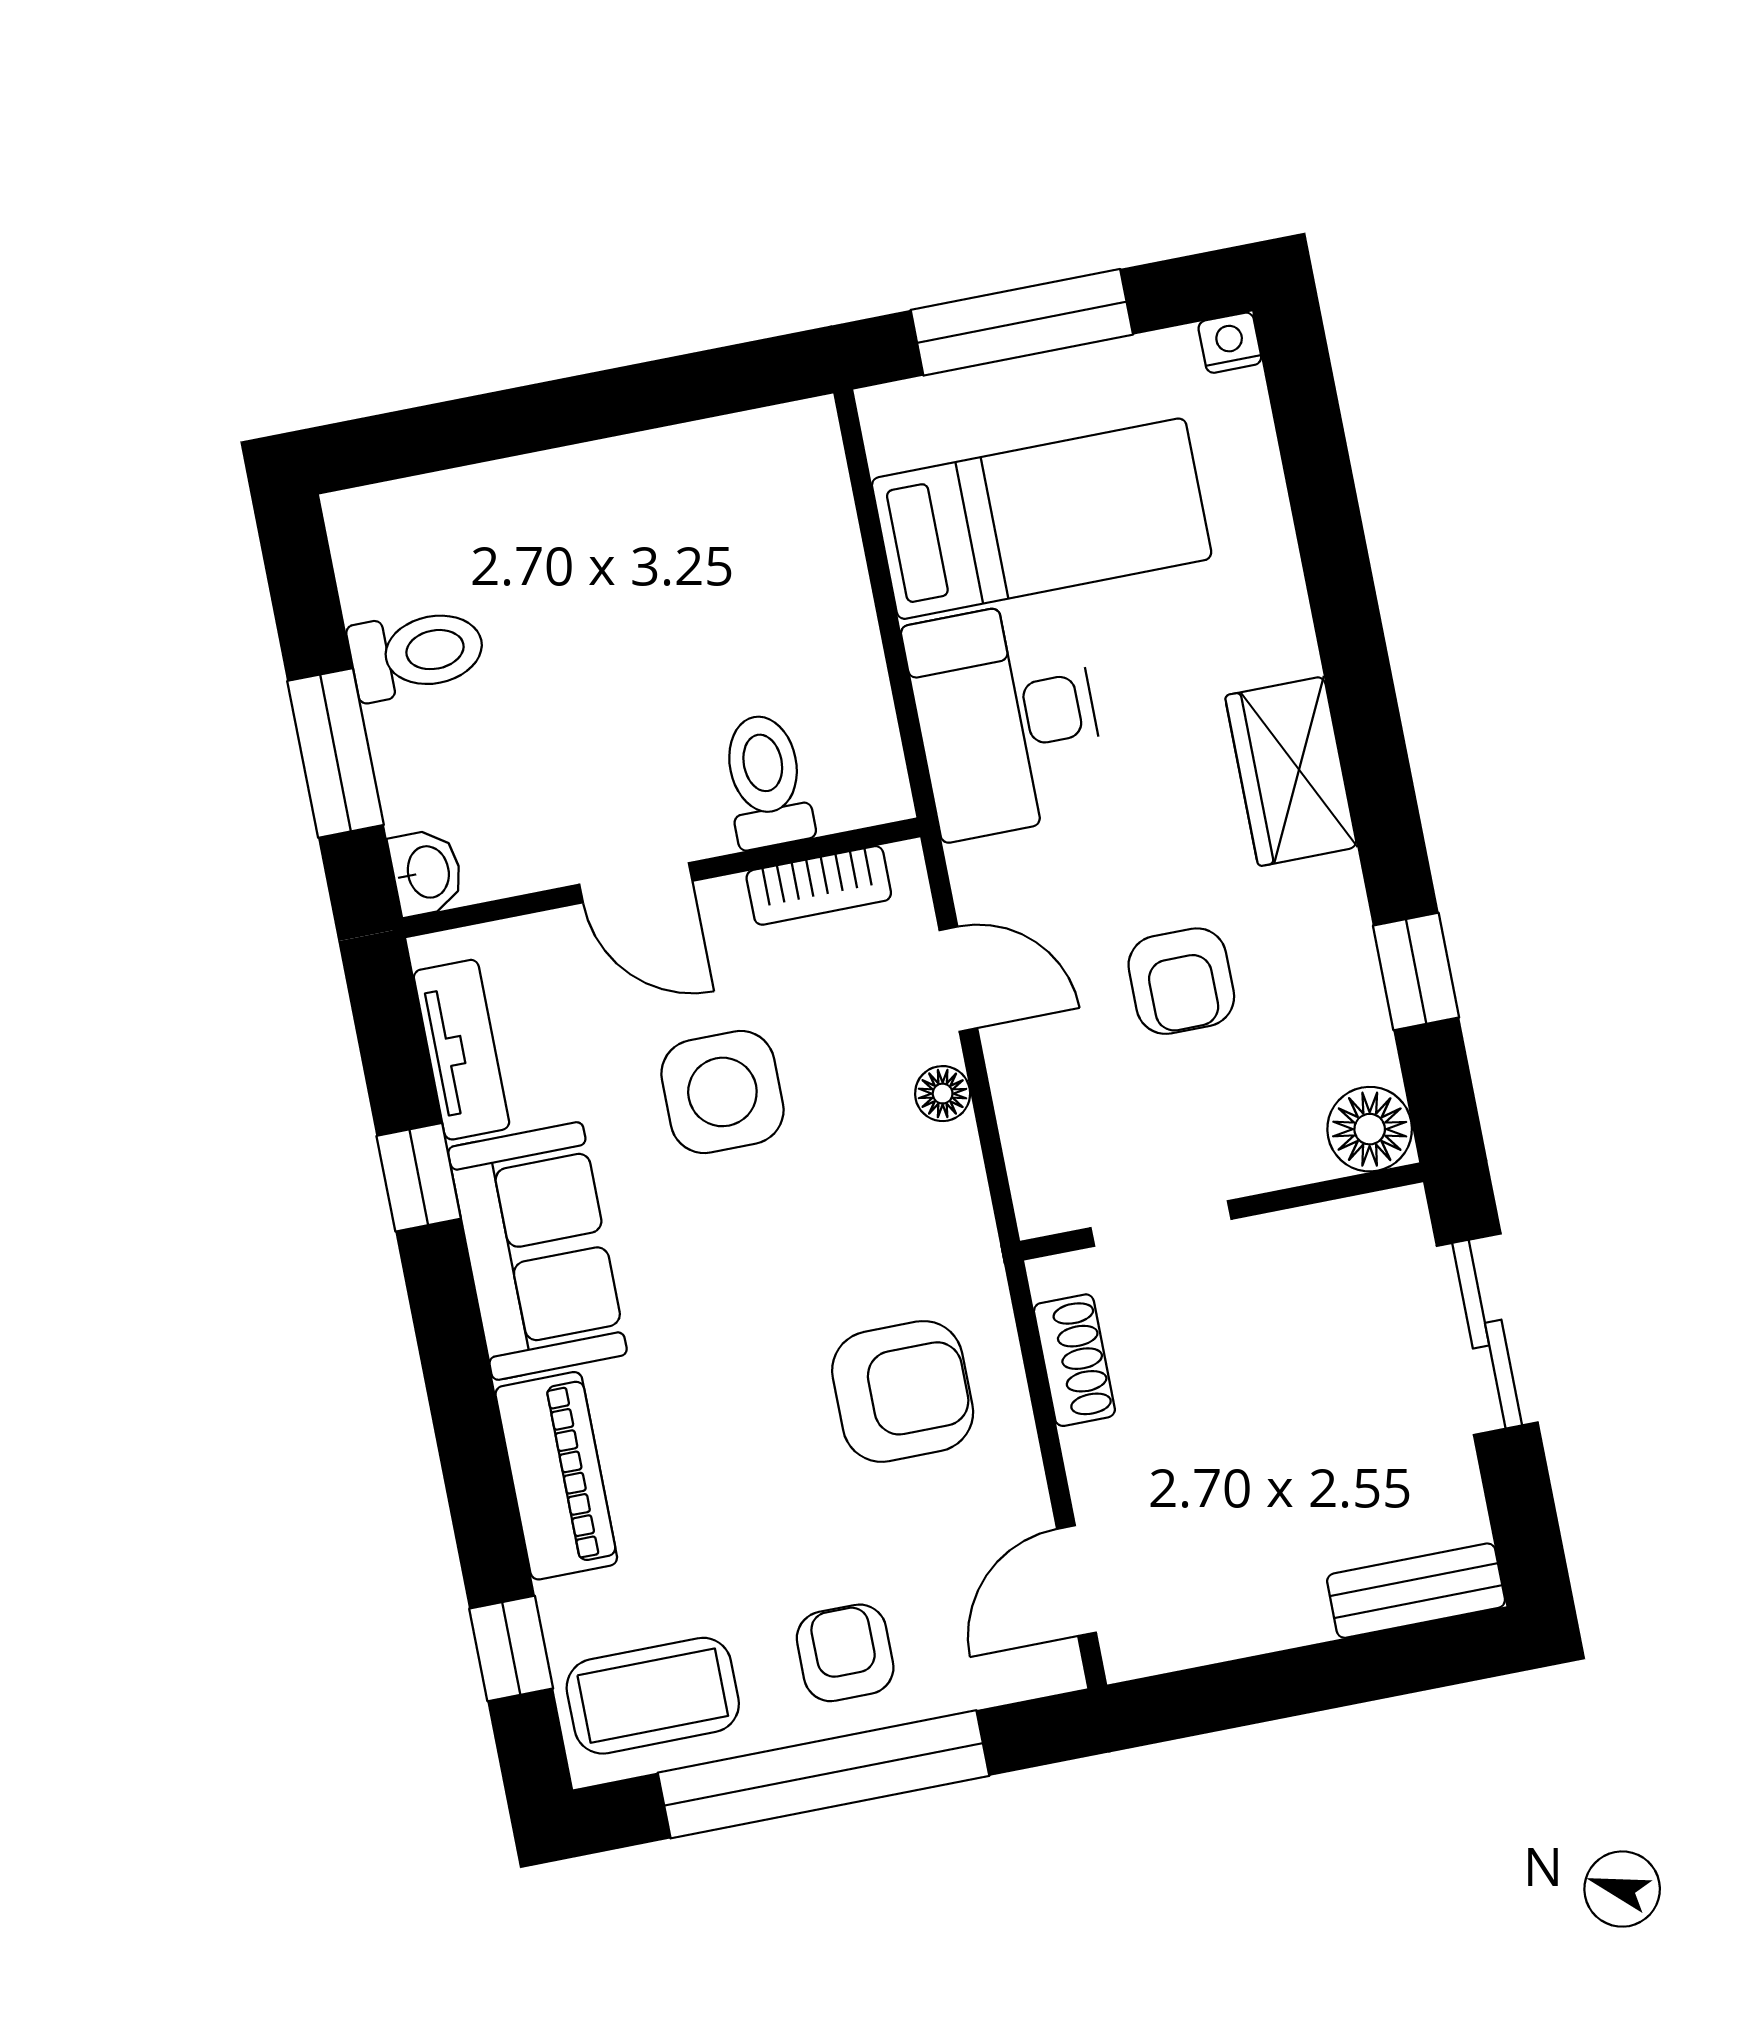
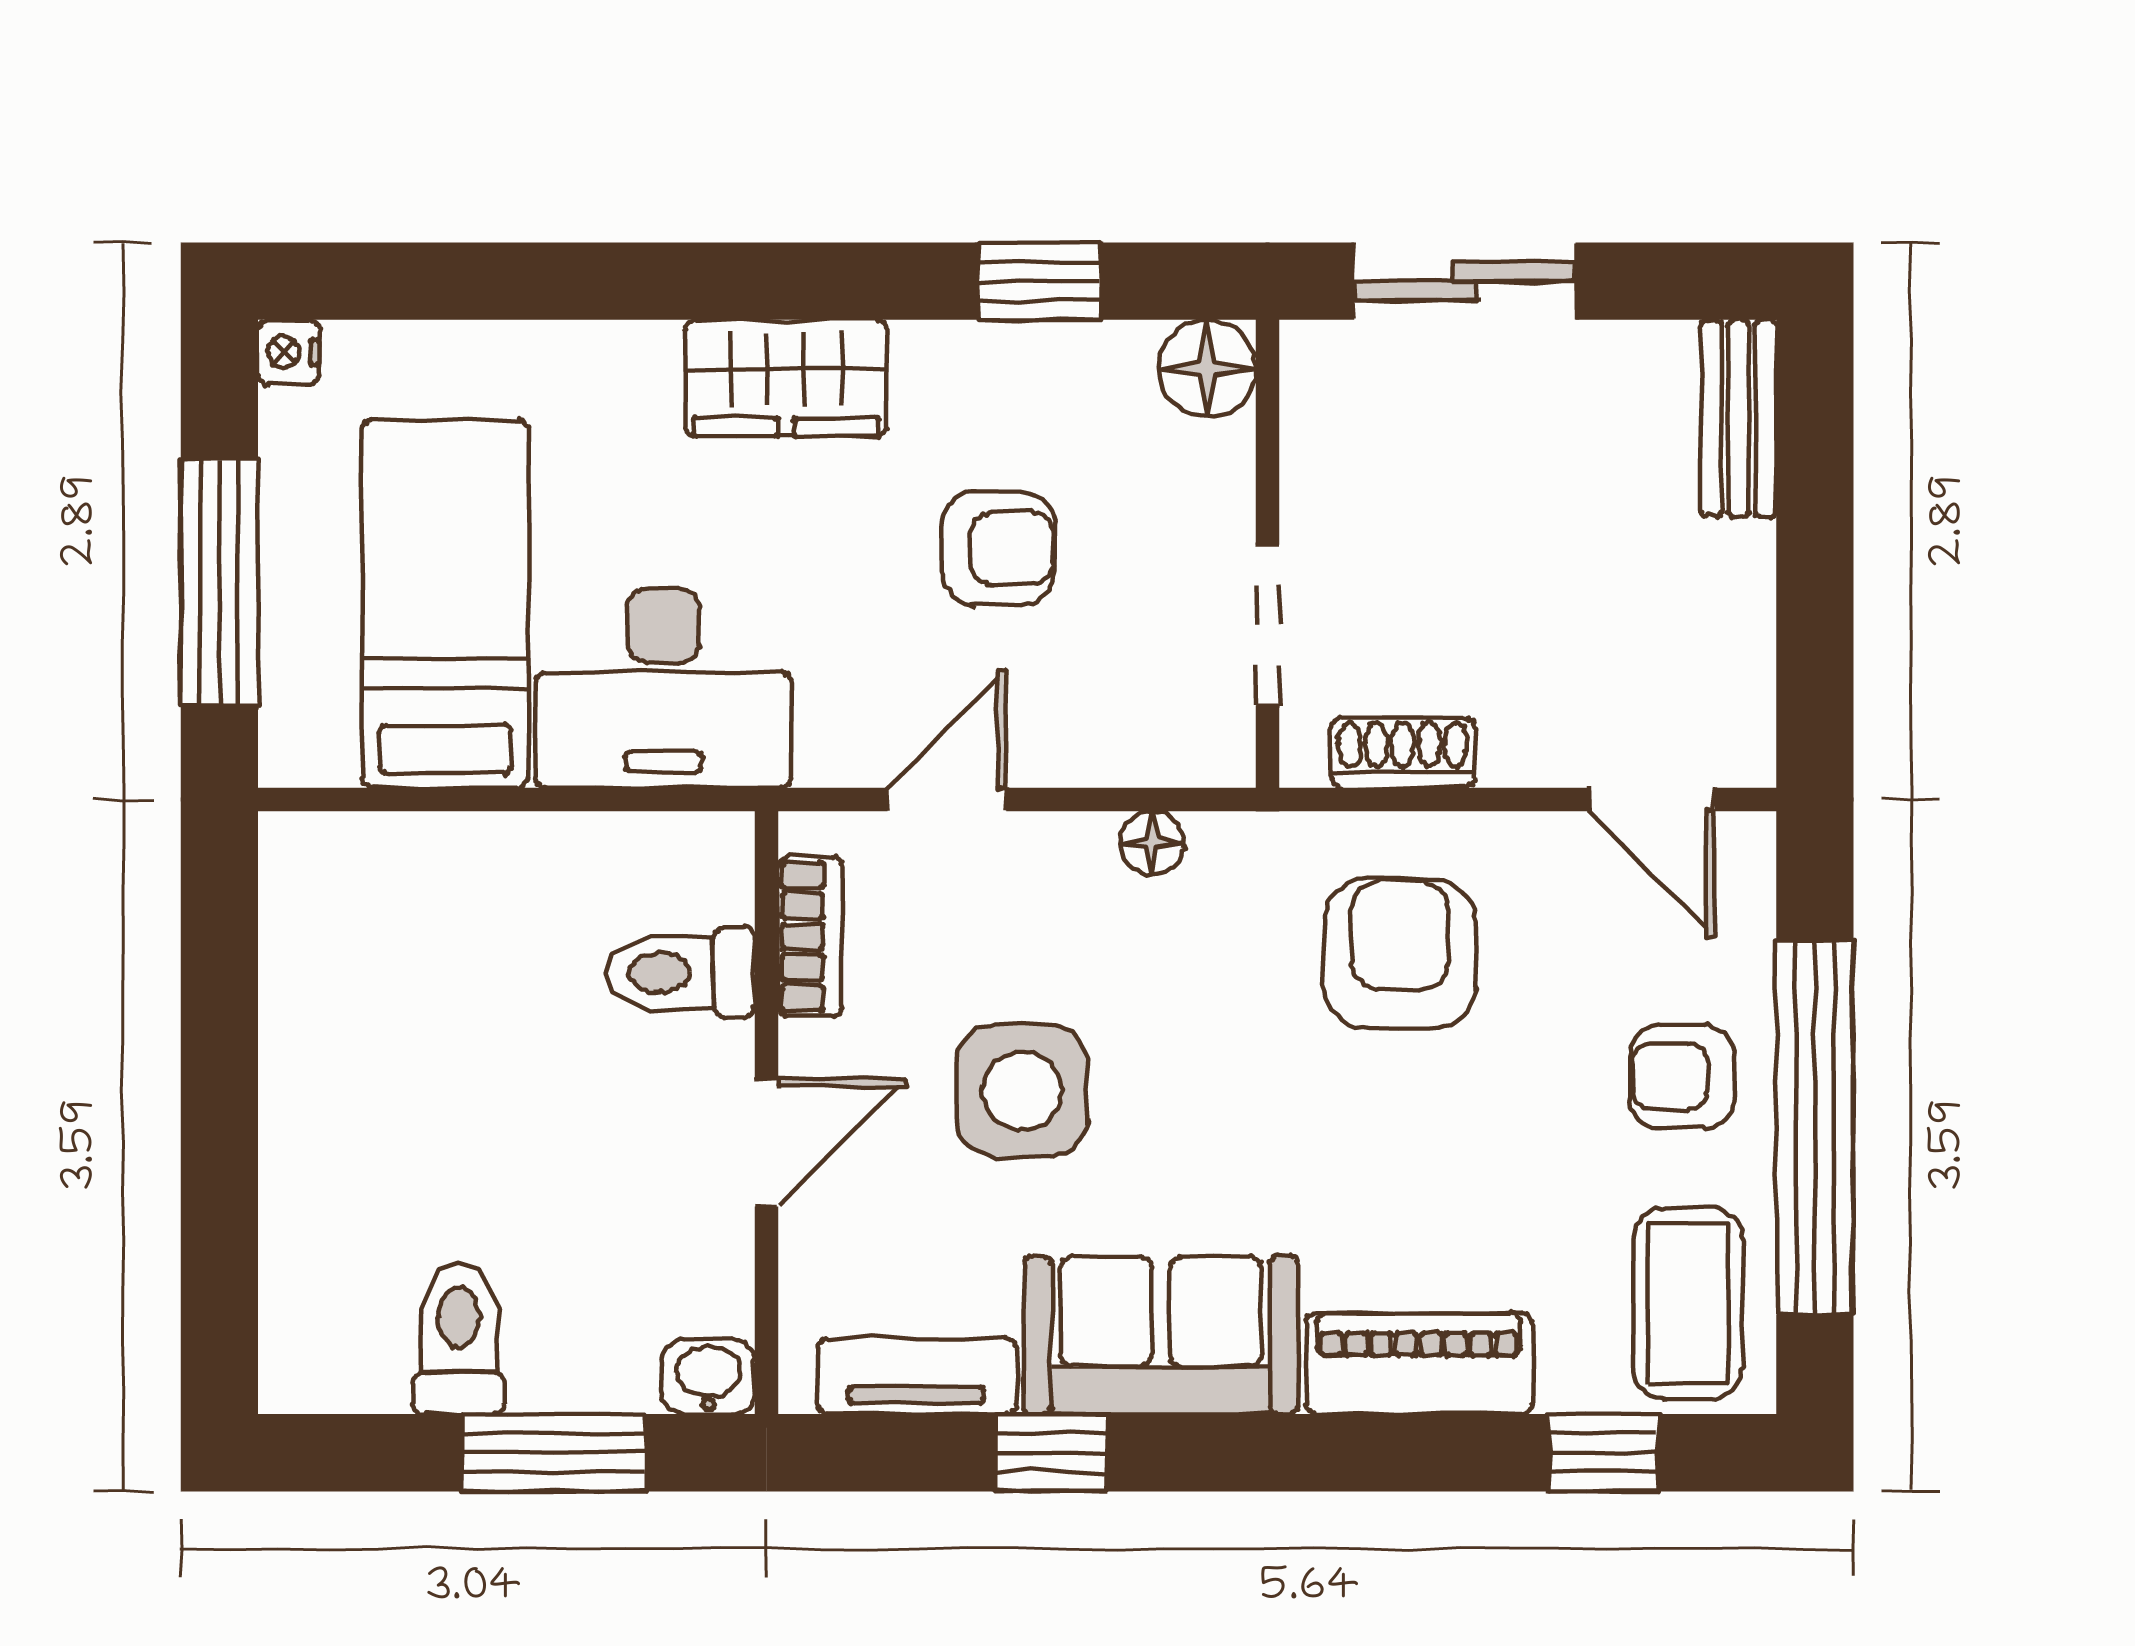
floor lamp: (943, 1094) -> (1152, 843), moved

